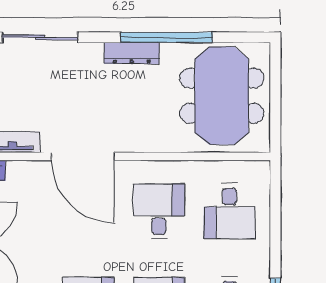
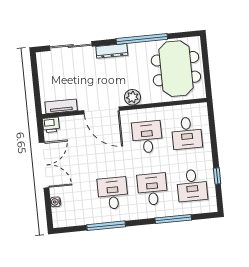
dresser: (132, 53) -> (112, 51), moved
plant: (140, 139) -> (132, 97), added

